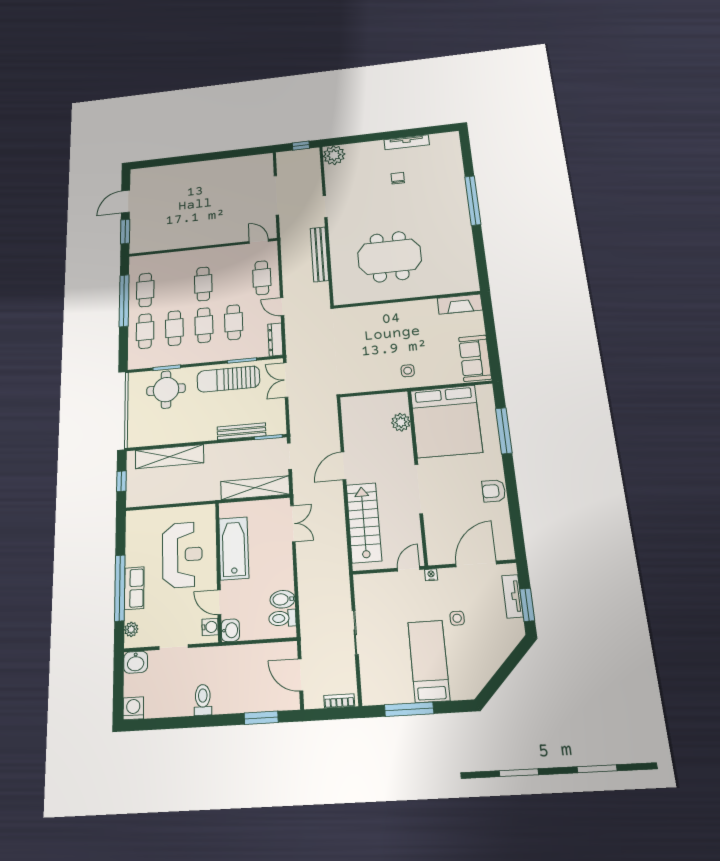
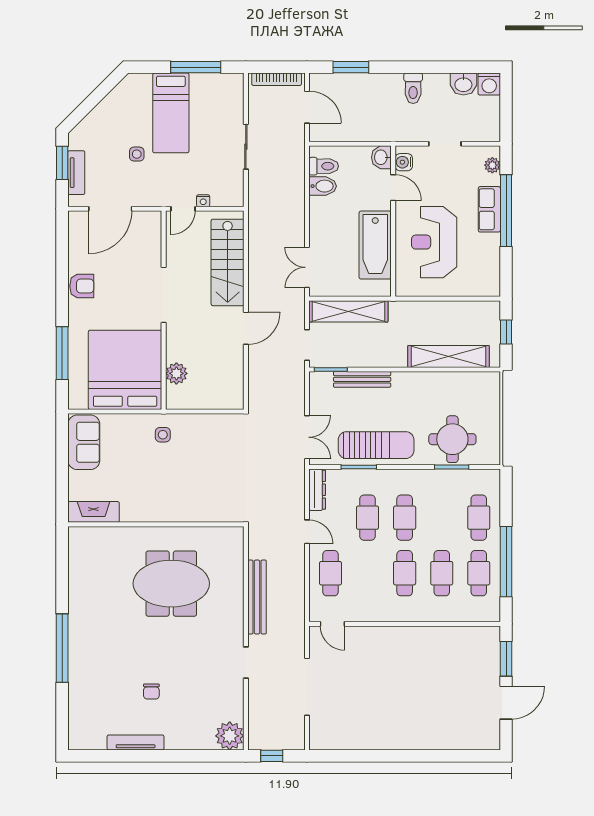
cafe table: (174, 328) -> (442, 573), moved
nightstand: (431, 575) -> (203, 201), moved
washbasin: (136, 662) -> (463, 84), moved, turned 180
bookcase: (339, 701) -> (277, 79), width x1.56

